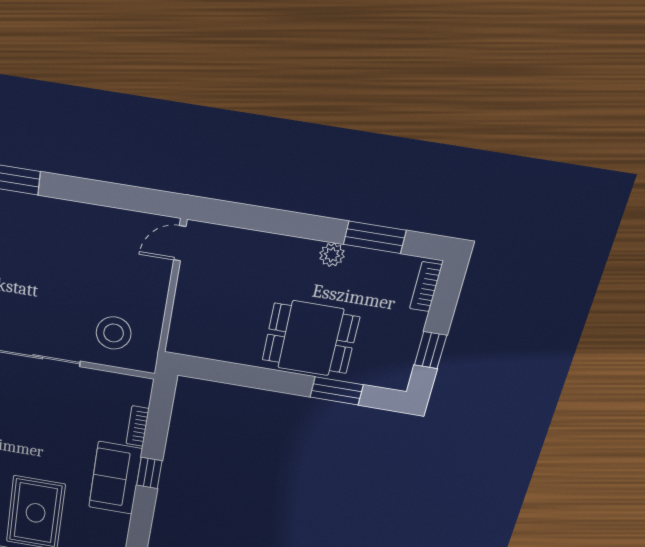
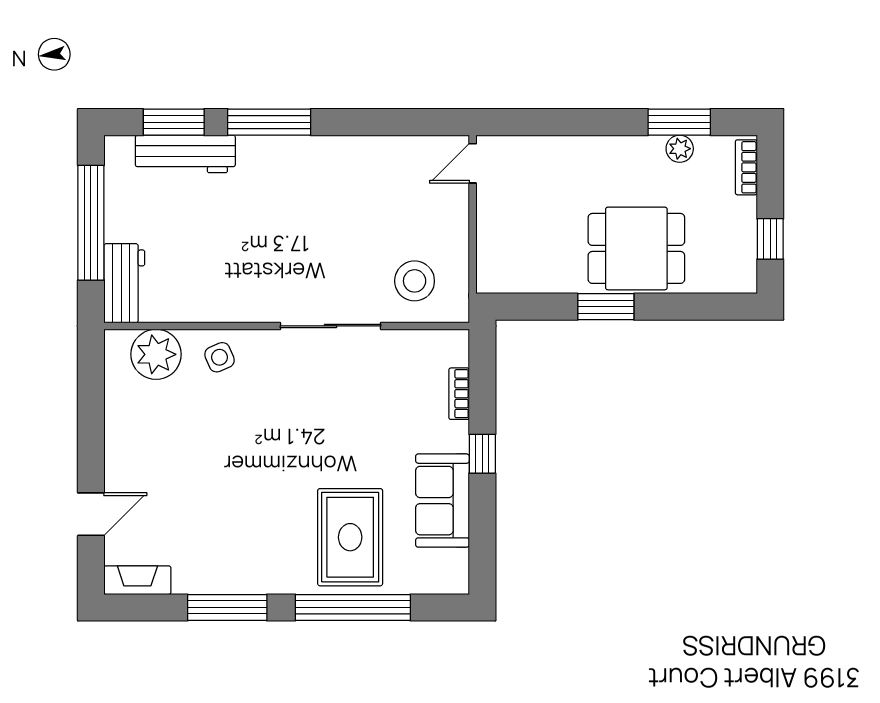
plant: (332, 255) -> (680, 149), moved
window: (337, 391) -> (606, 307), moved
sofa: (115, 478) -> (442, 501), moved

